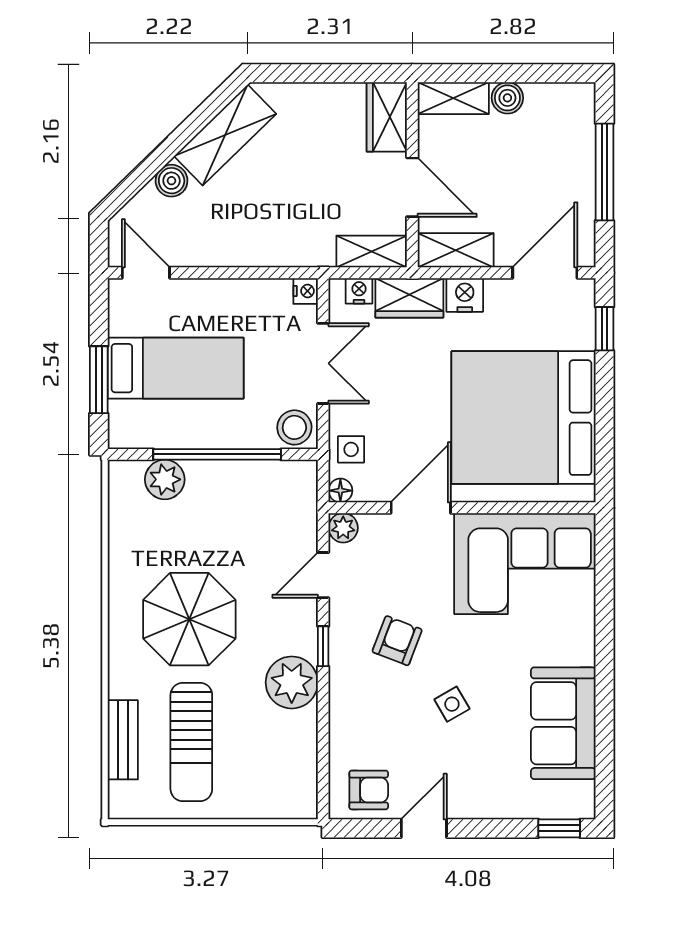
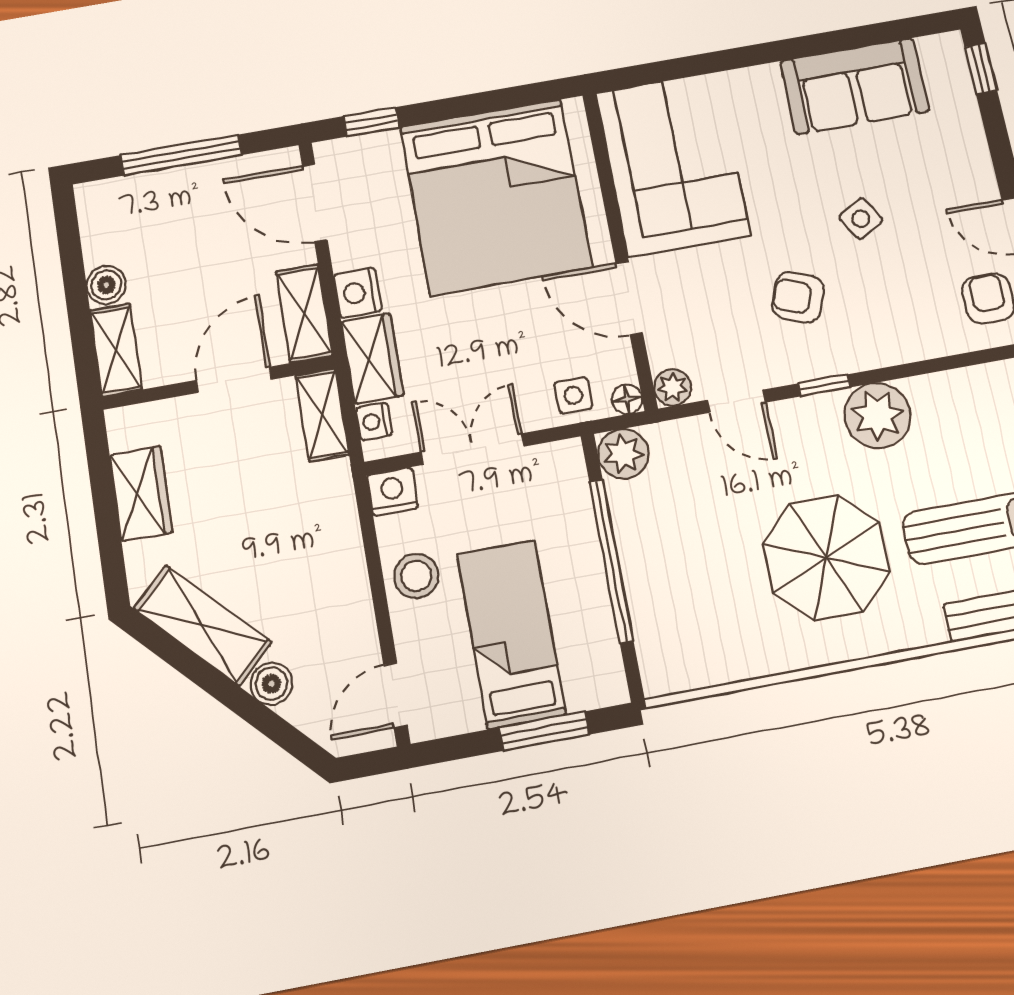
wardrobe: (387, 117) -> (141, 494), moved, turned -90
nightstand: (306, 291) -> (392, 492), width x1.39, depth x1.35
stool: (294, 427) -> (416, 576), moved
plant: (165, 479) -> (623, 454), moved

